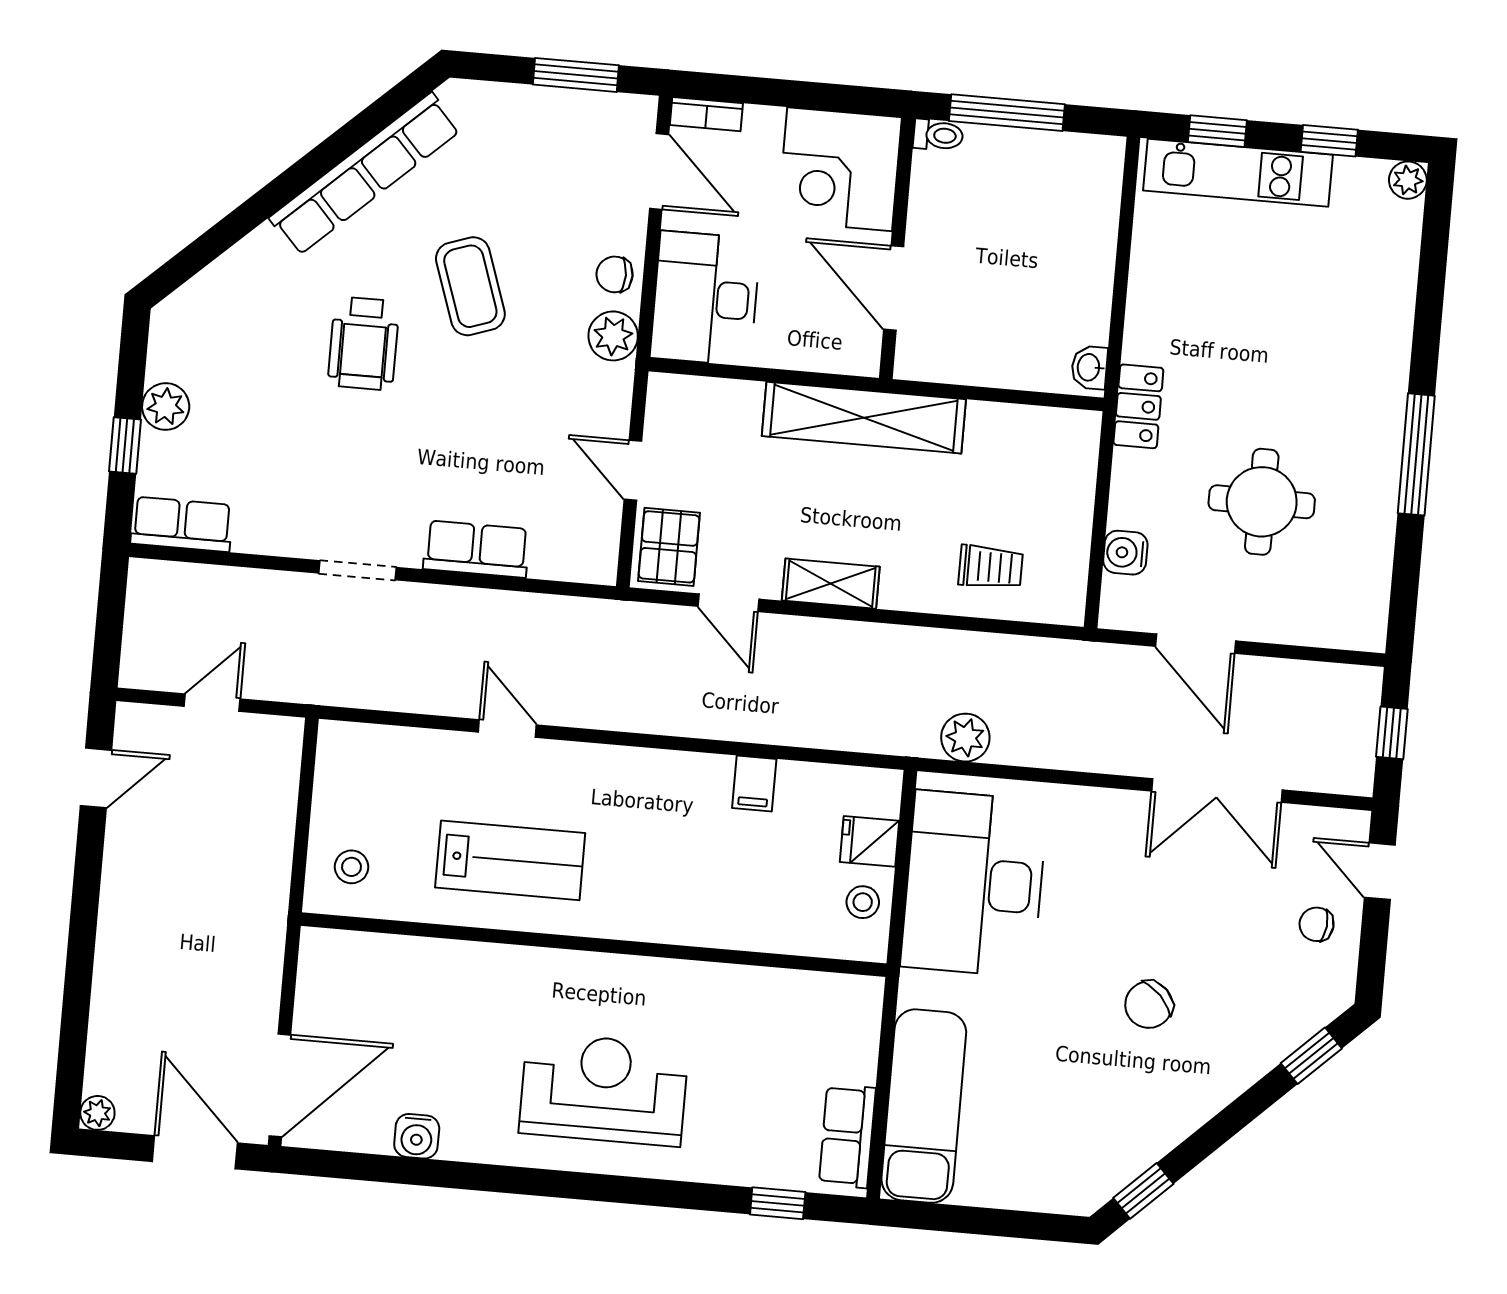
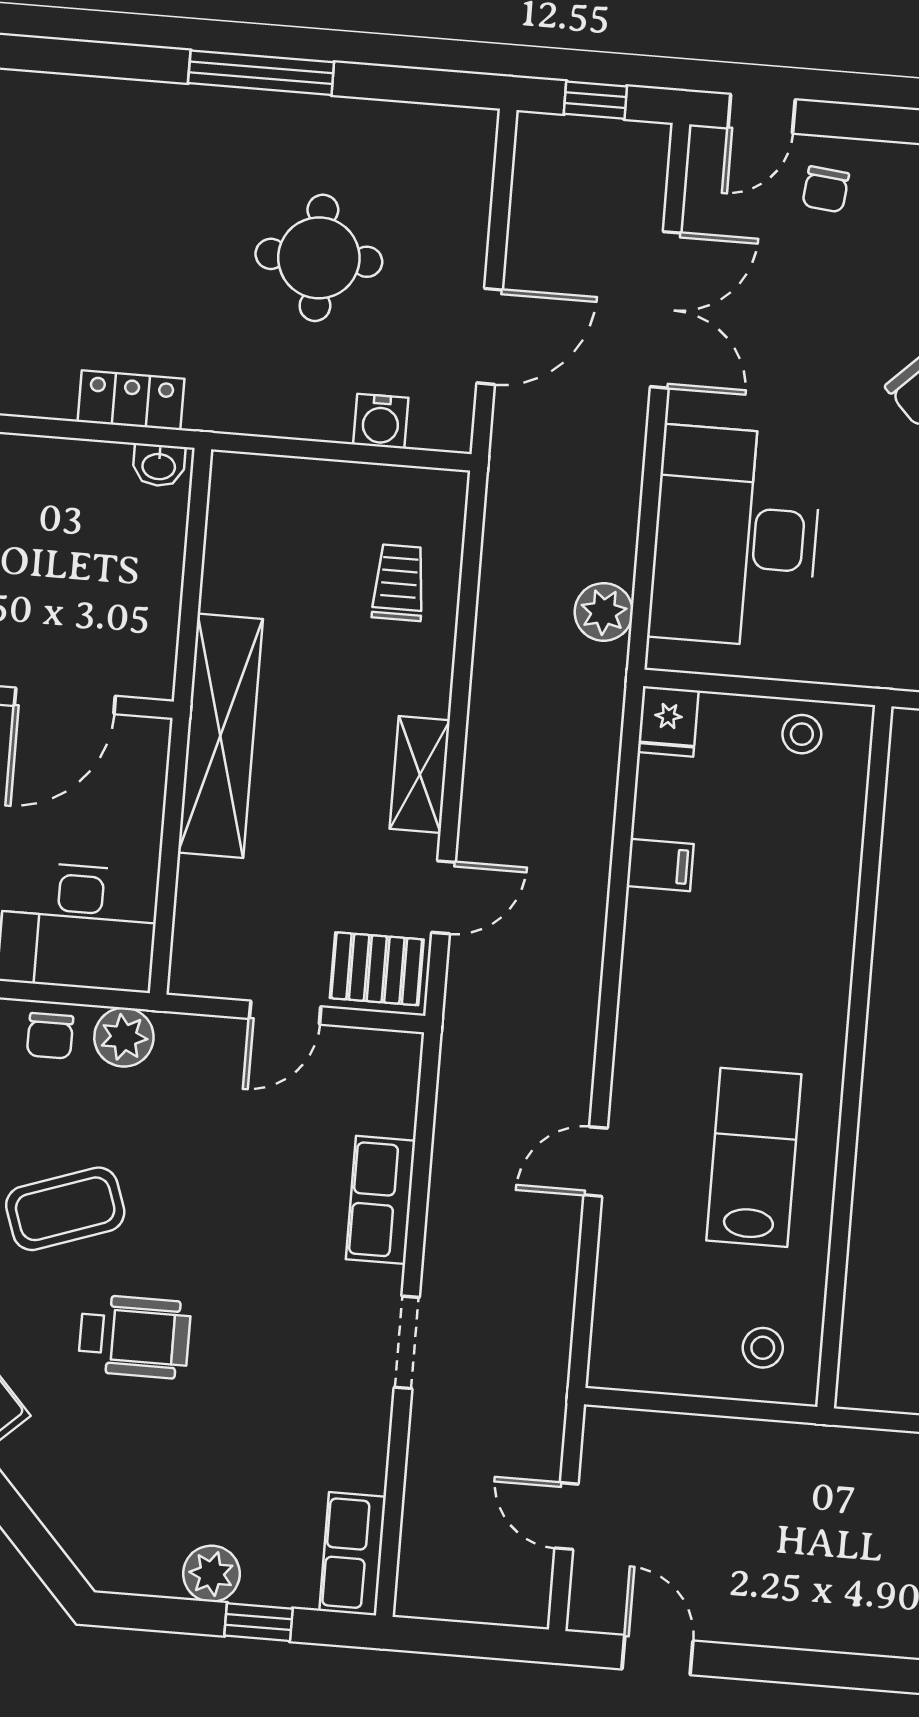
locker: (1138, 406) -> (131, 400), moved
fridge: (870, 841) -> (668, 721), moved
desk: (974, 884) -> (735, 537), moved, turned 90

